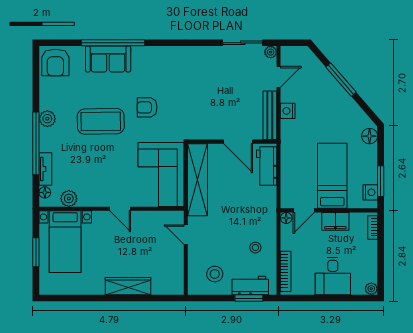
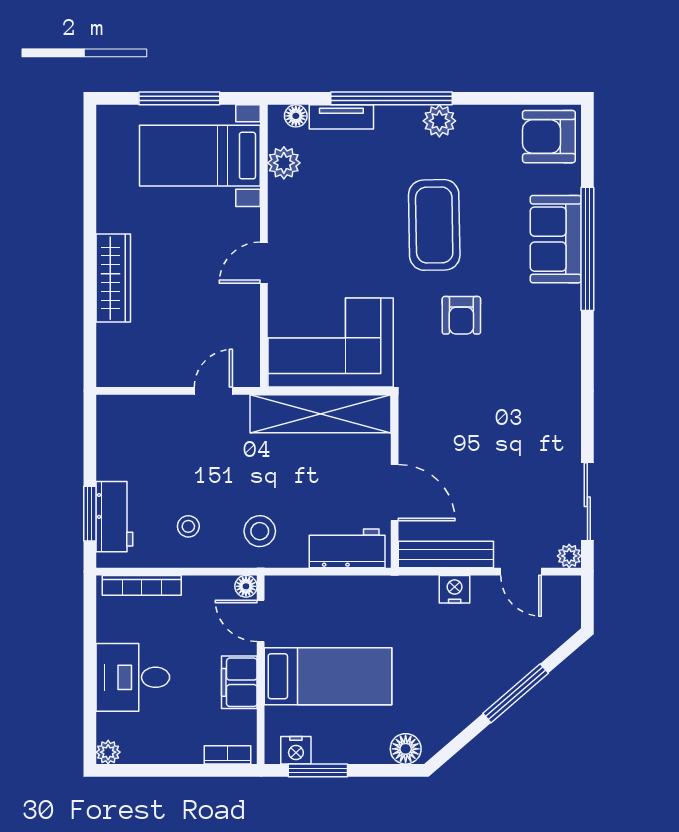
armchair: (147, 107) -> (461, 315), turned 180
door: (238, 142) -> (395, 493), swing flipped
window: (36, 252) -> (179, 98), width x1.44
stool: (215, 274) -> (260, 531), moved

